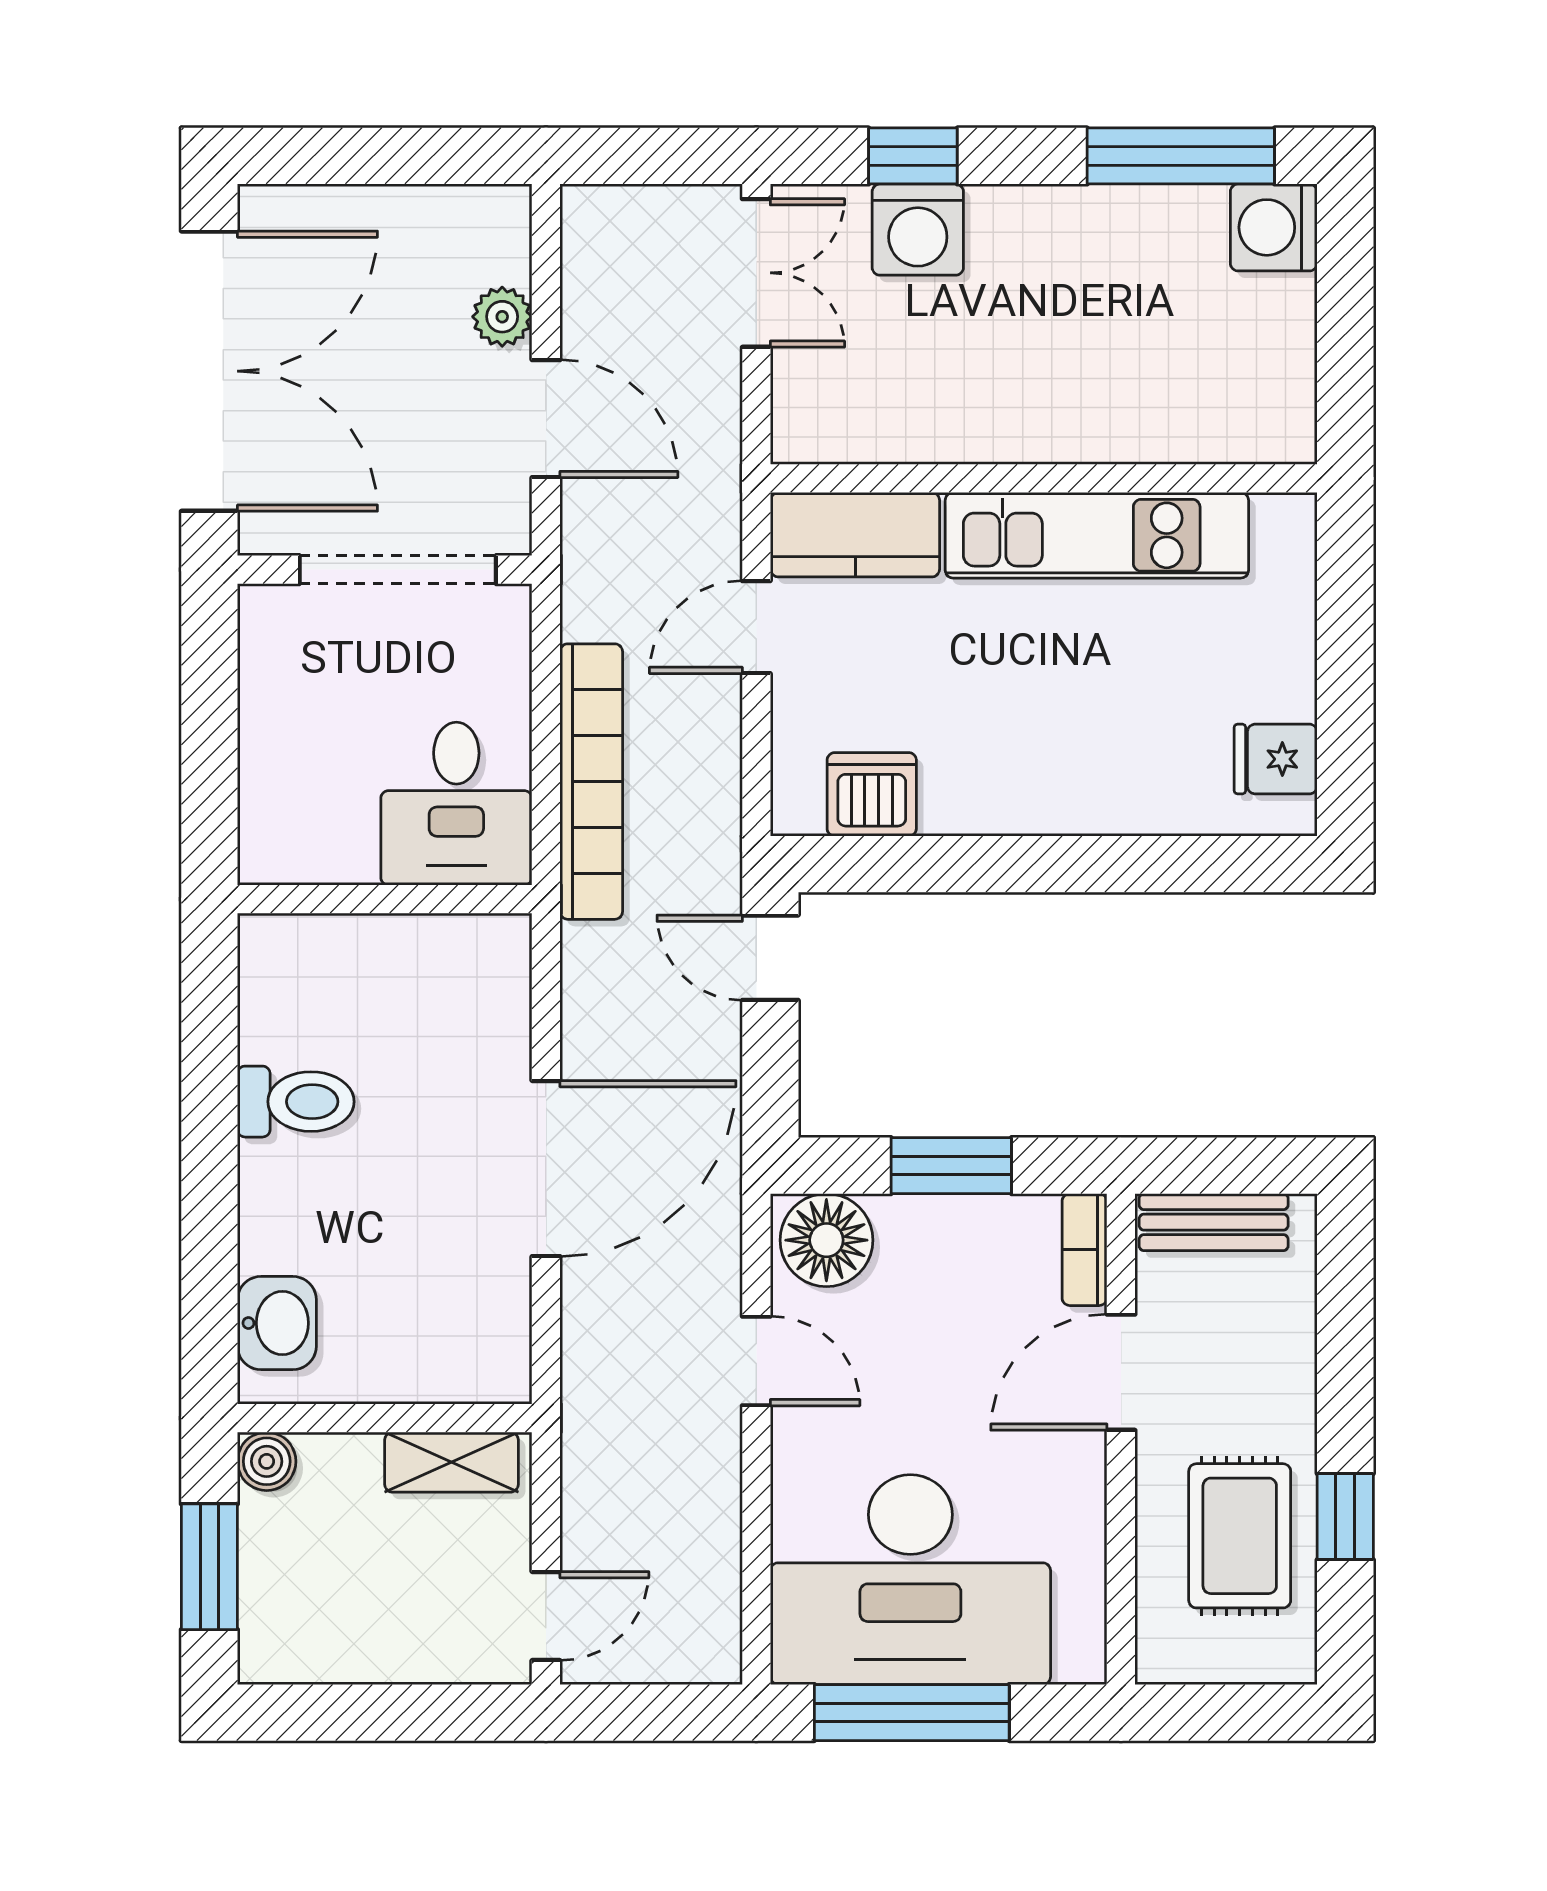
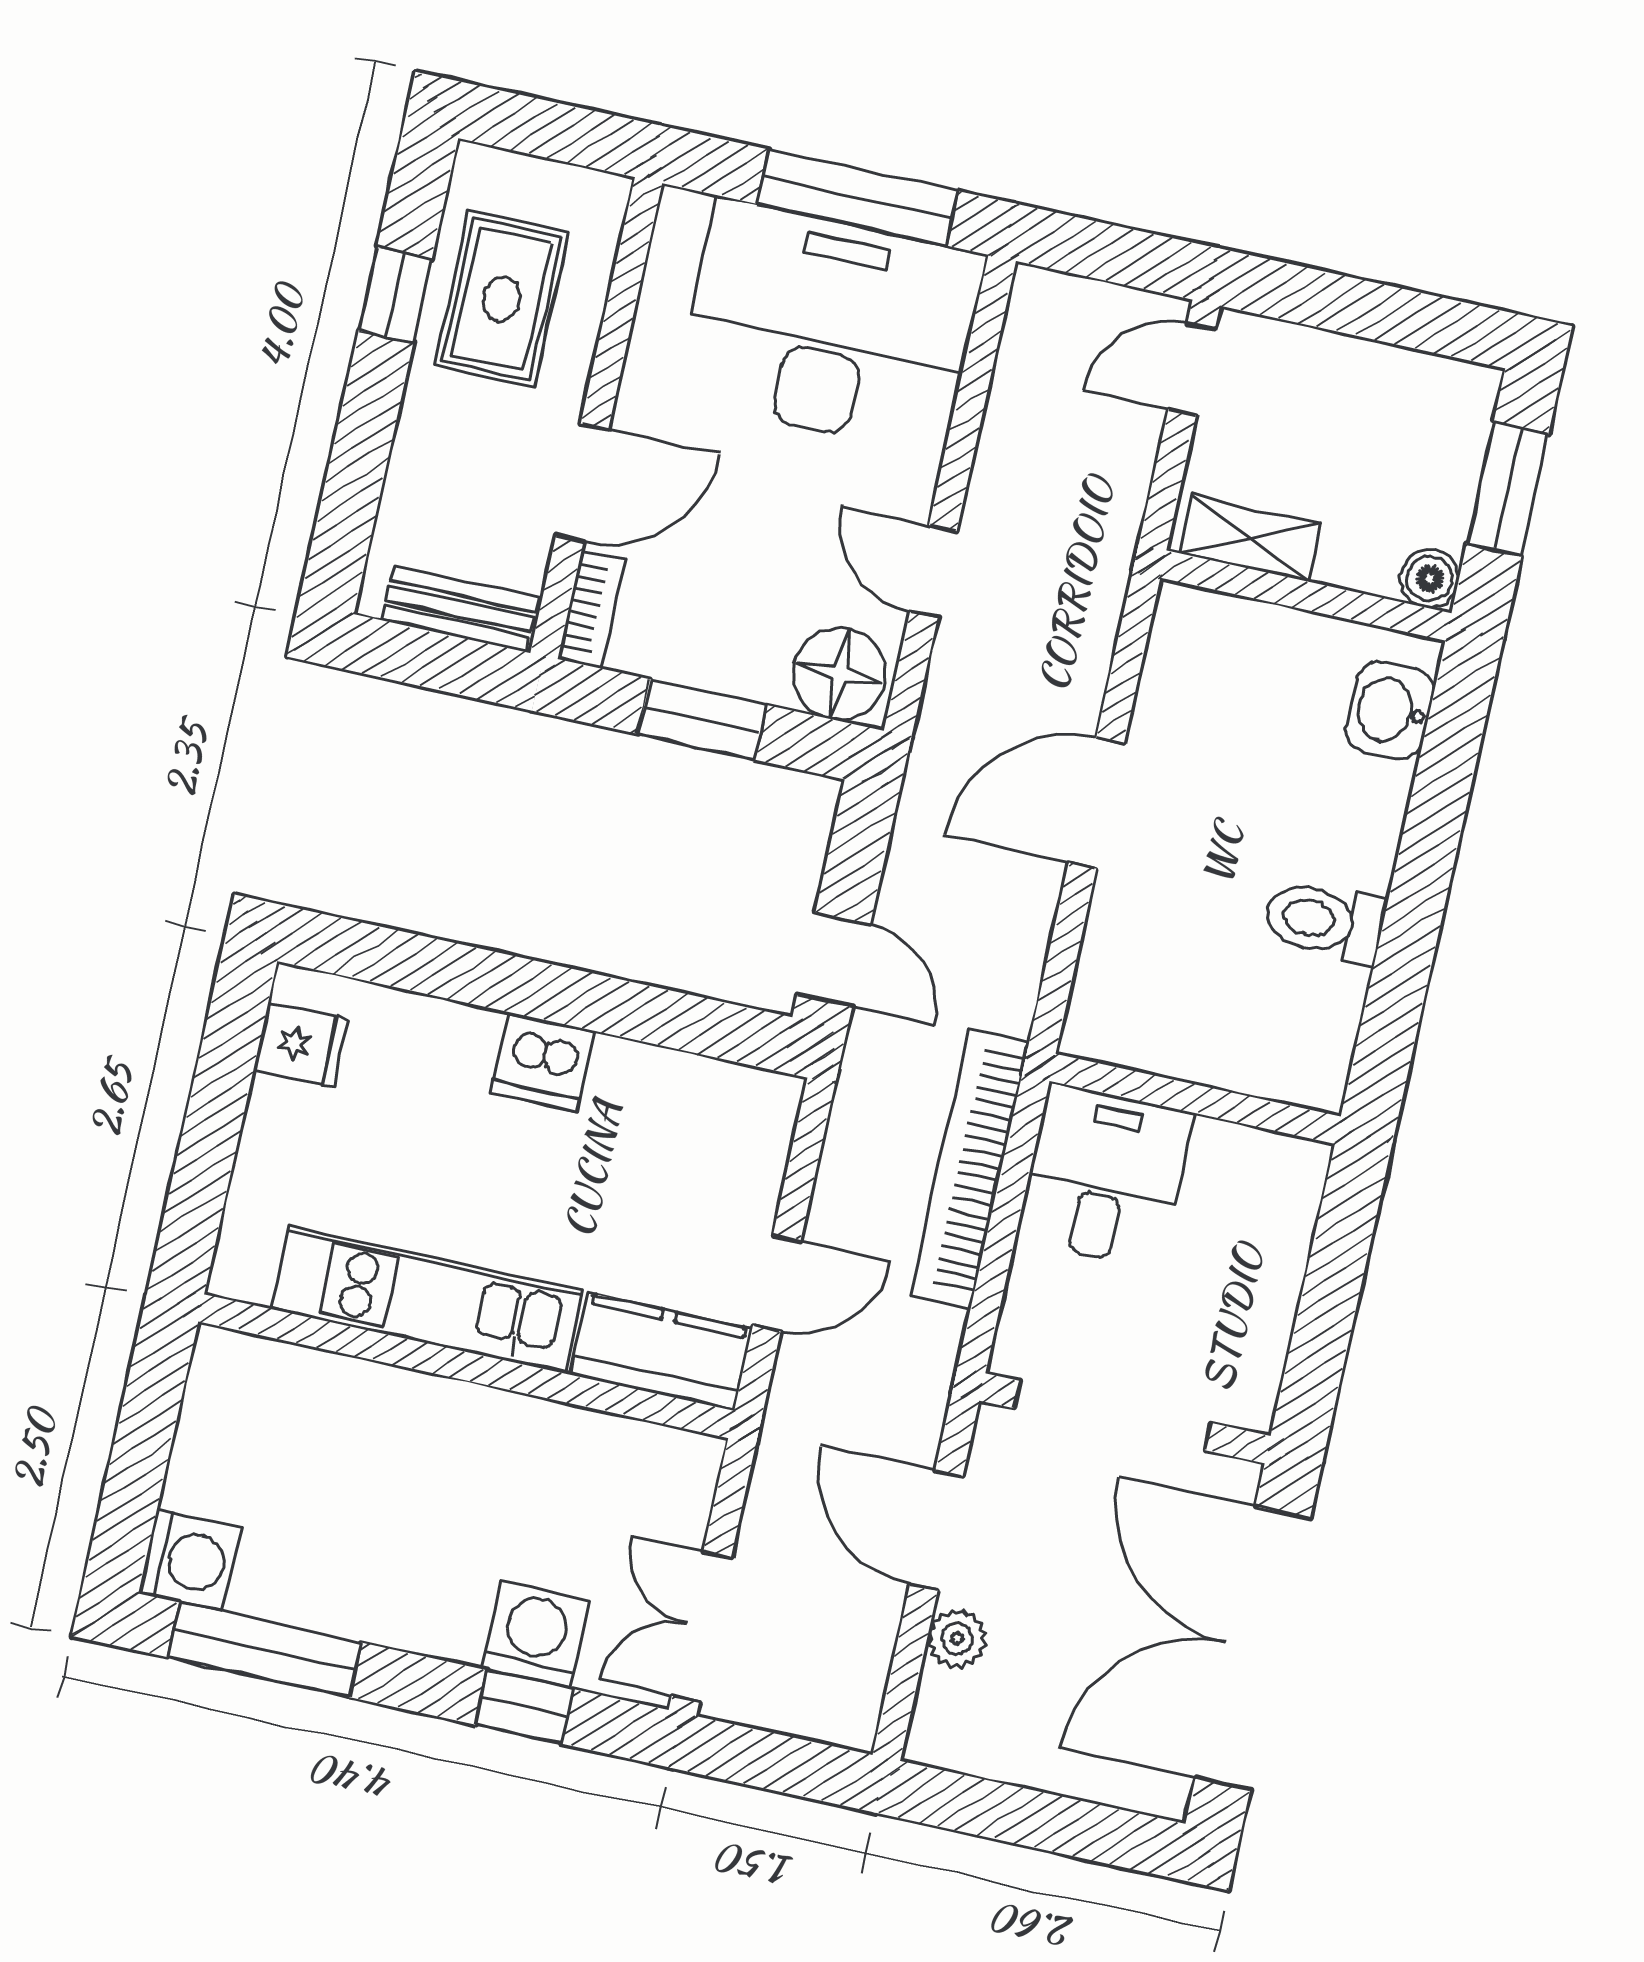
dishwasher: (872, 794) -> (543, 1062), moved
door: (546, 1169) -> (1096, 803), width x0.73

